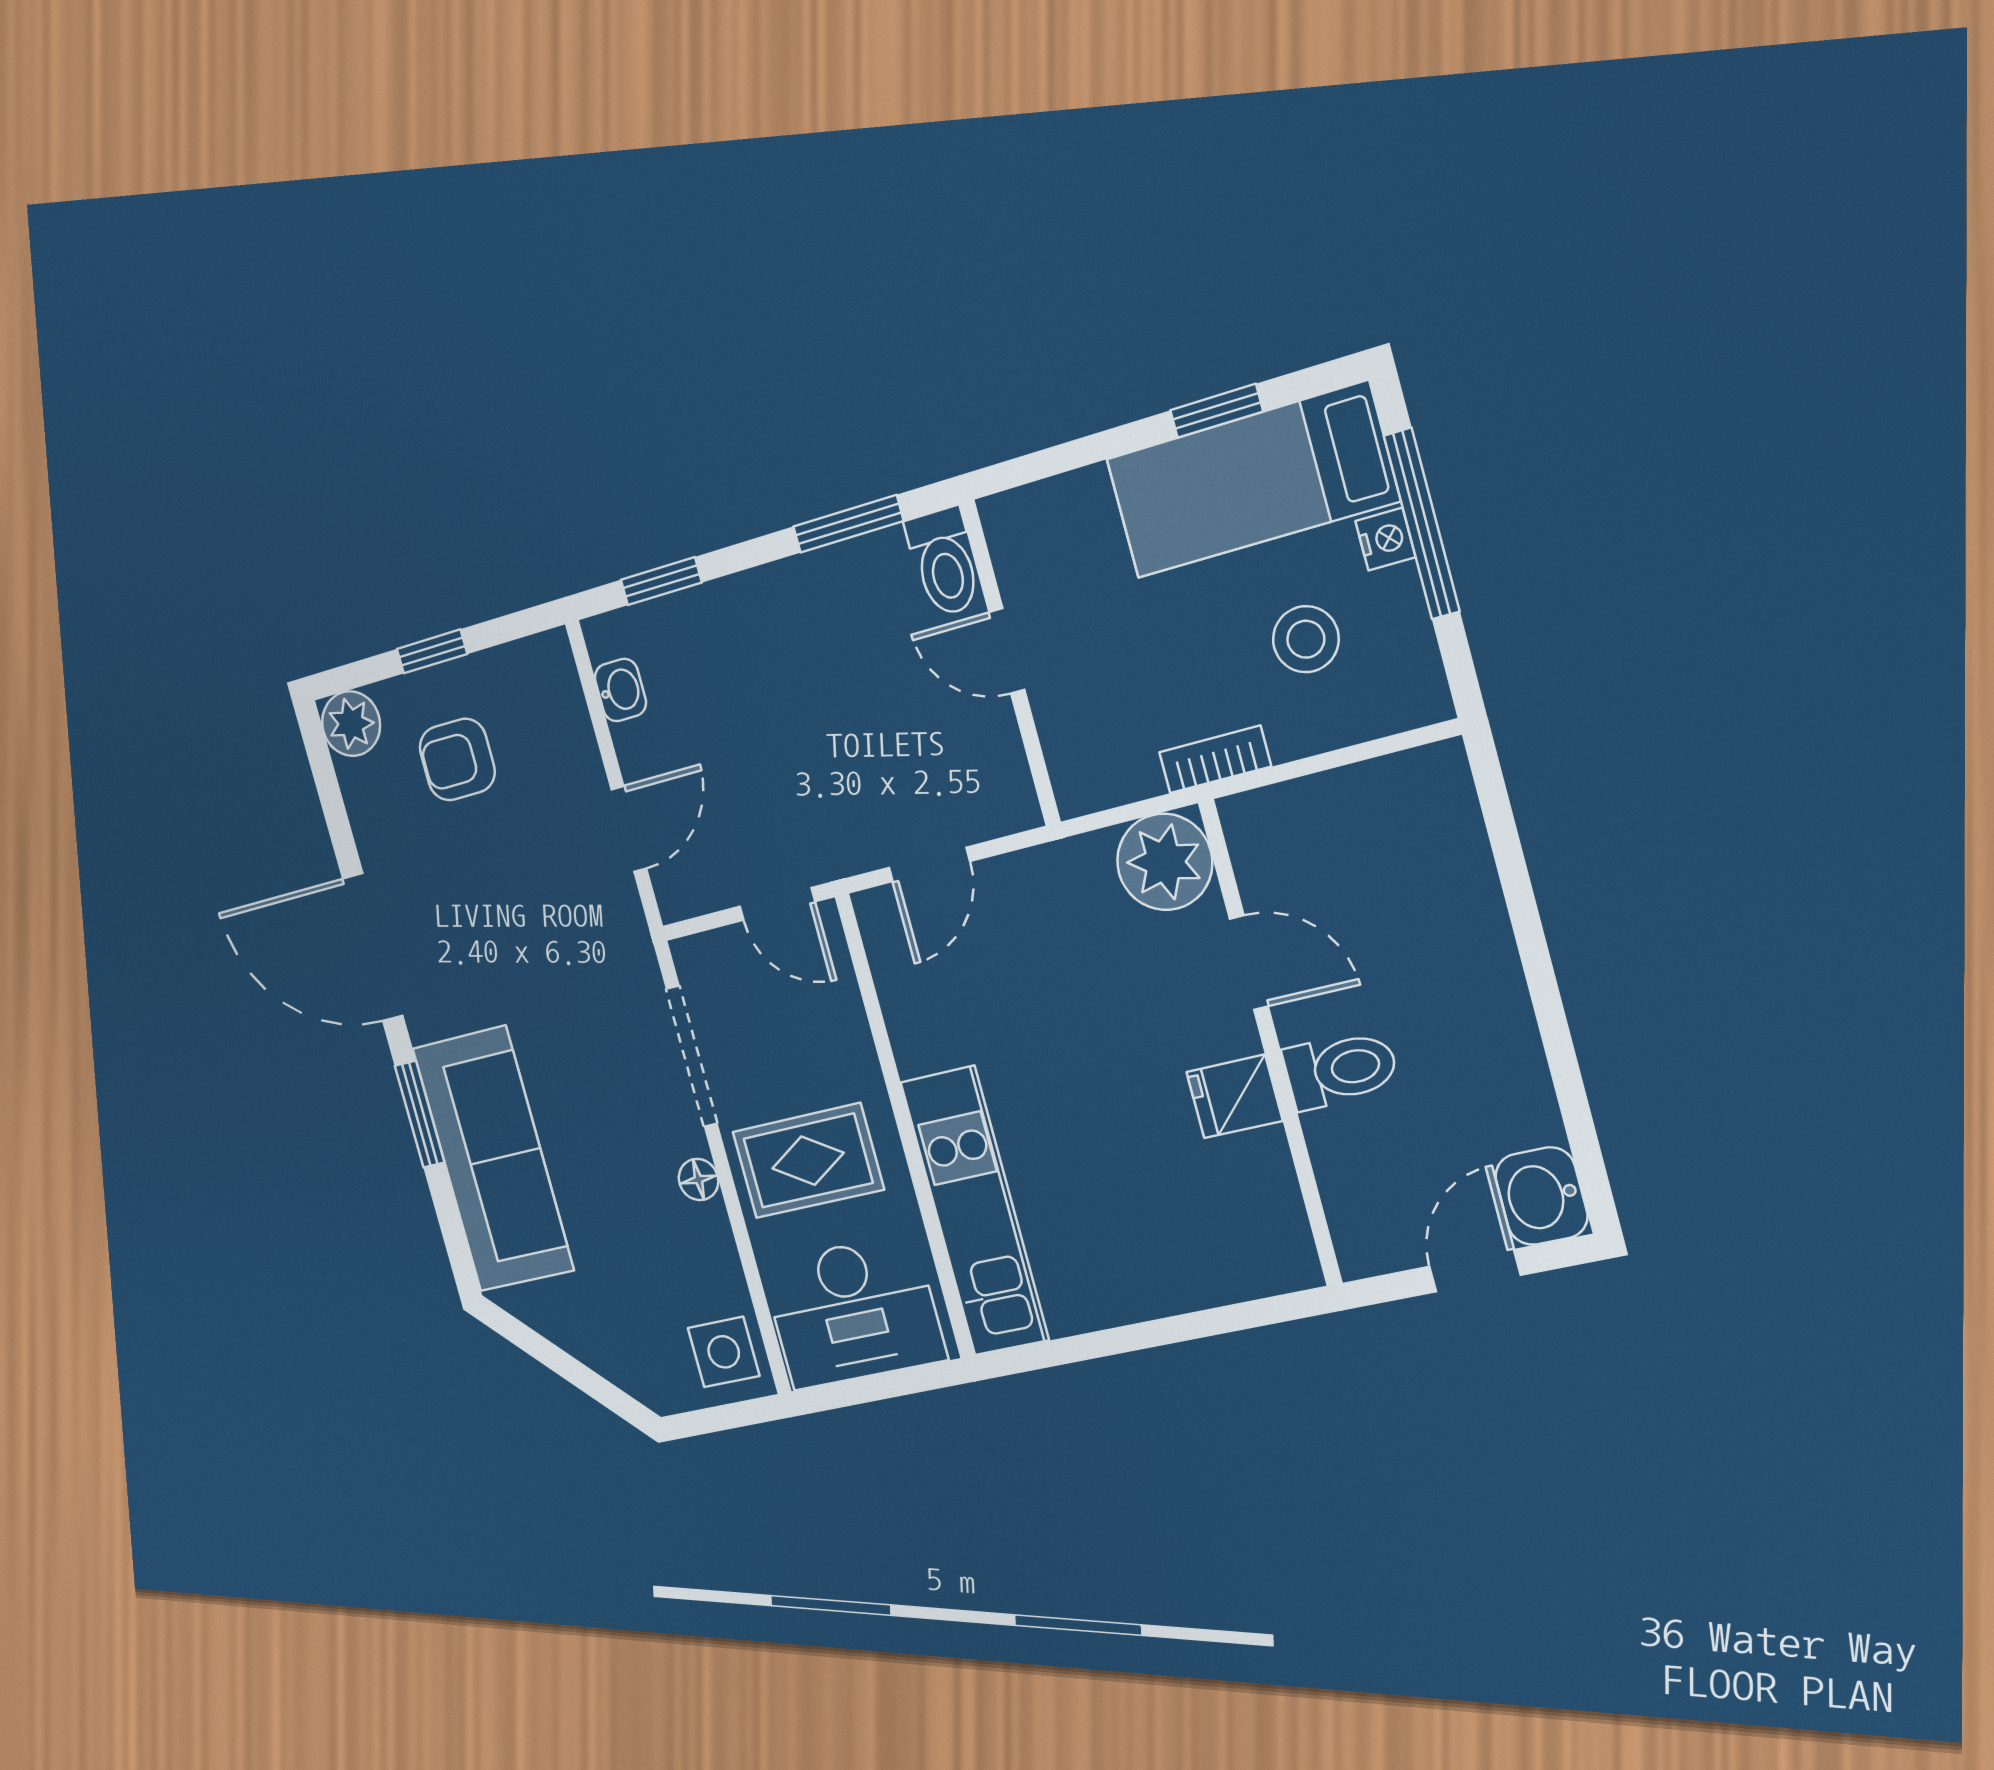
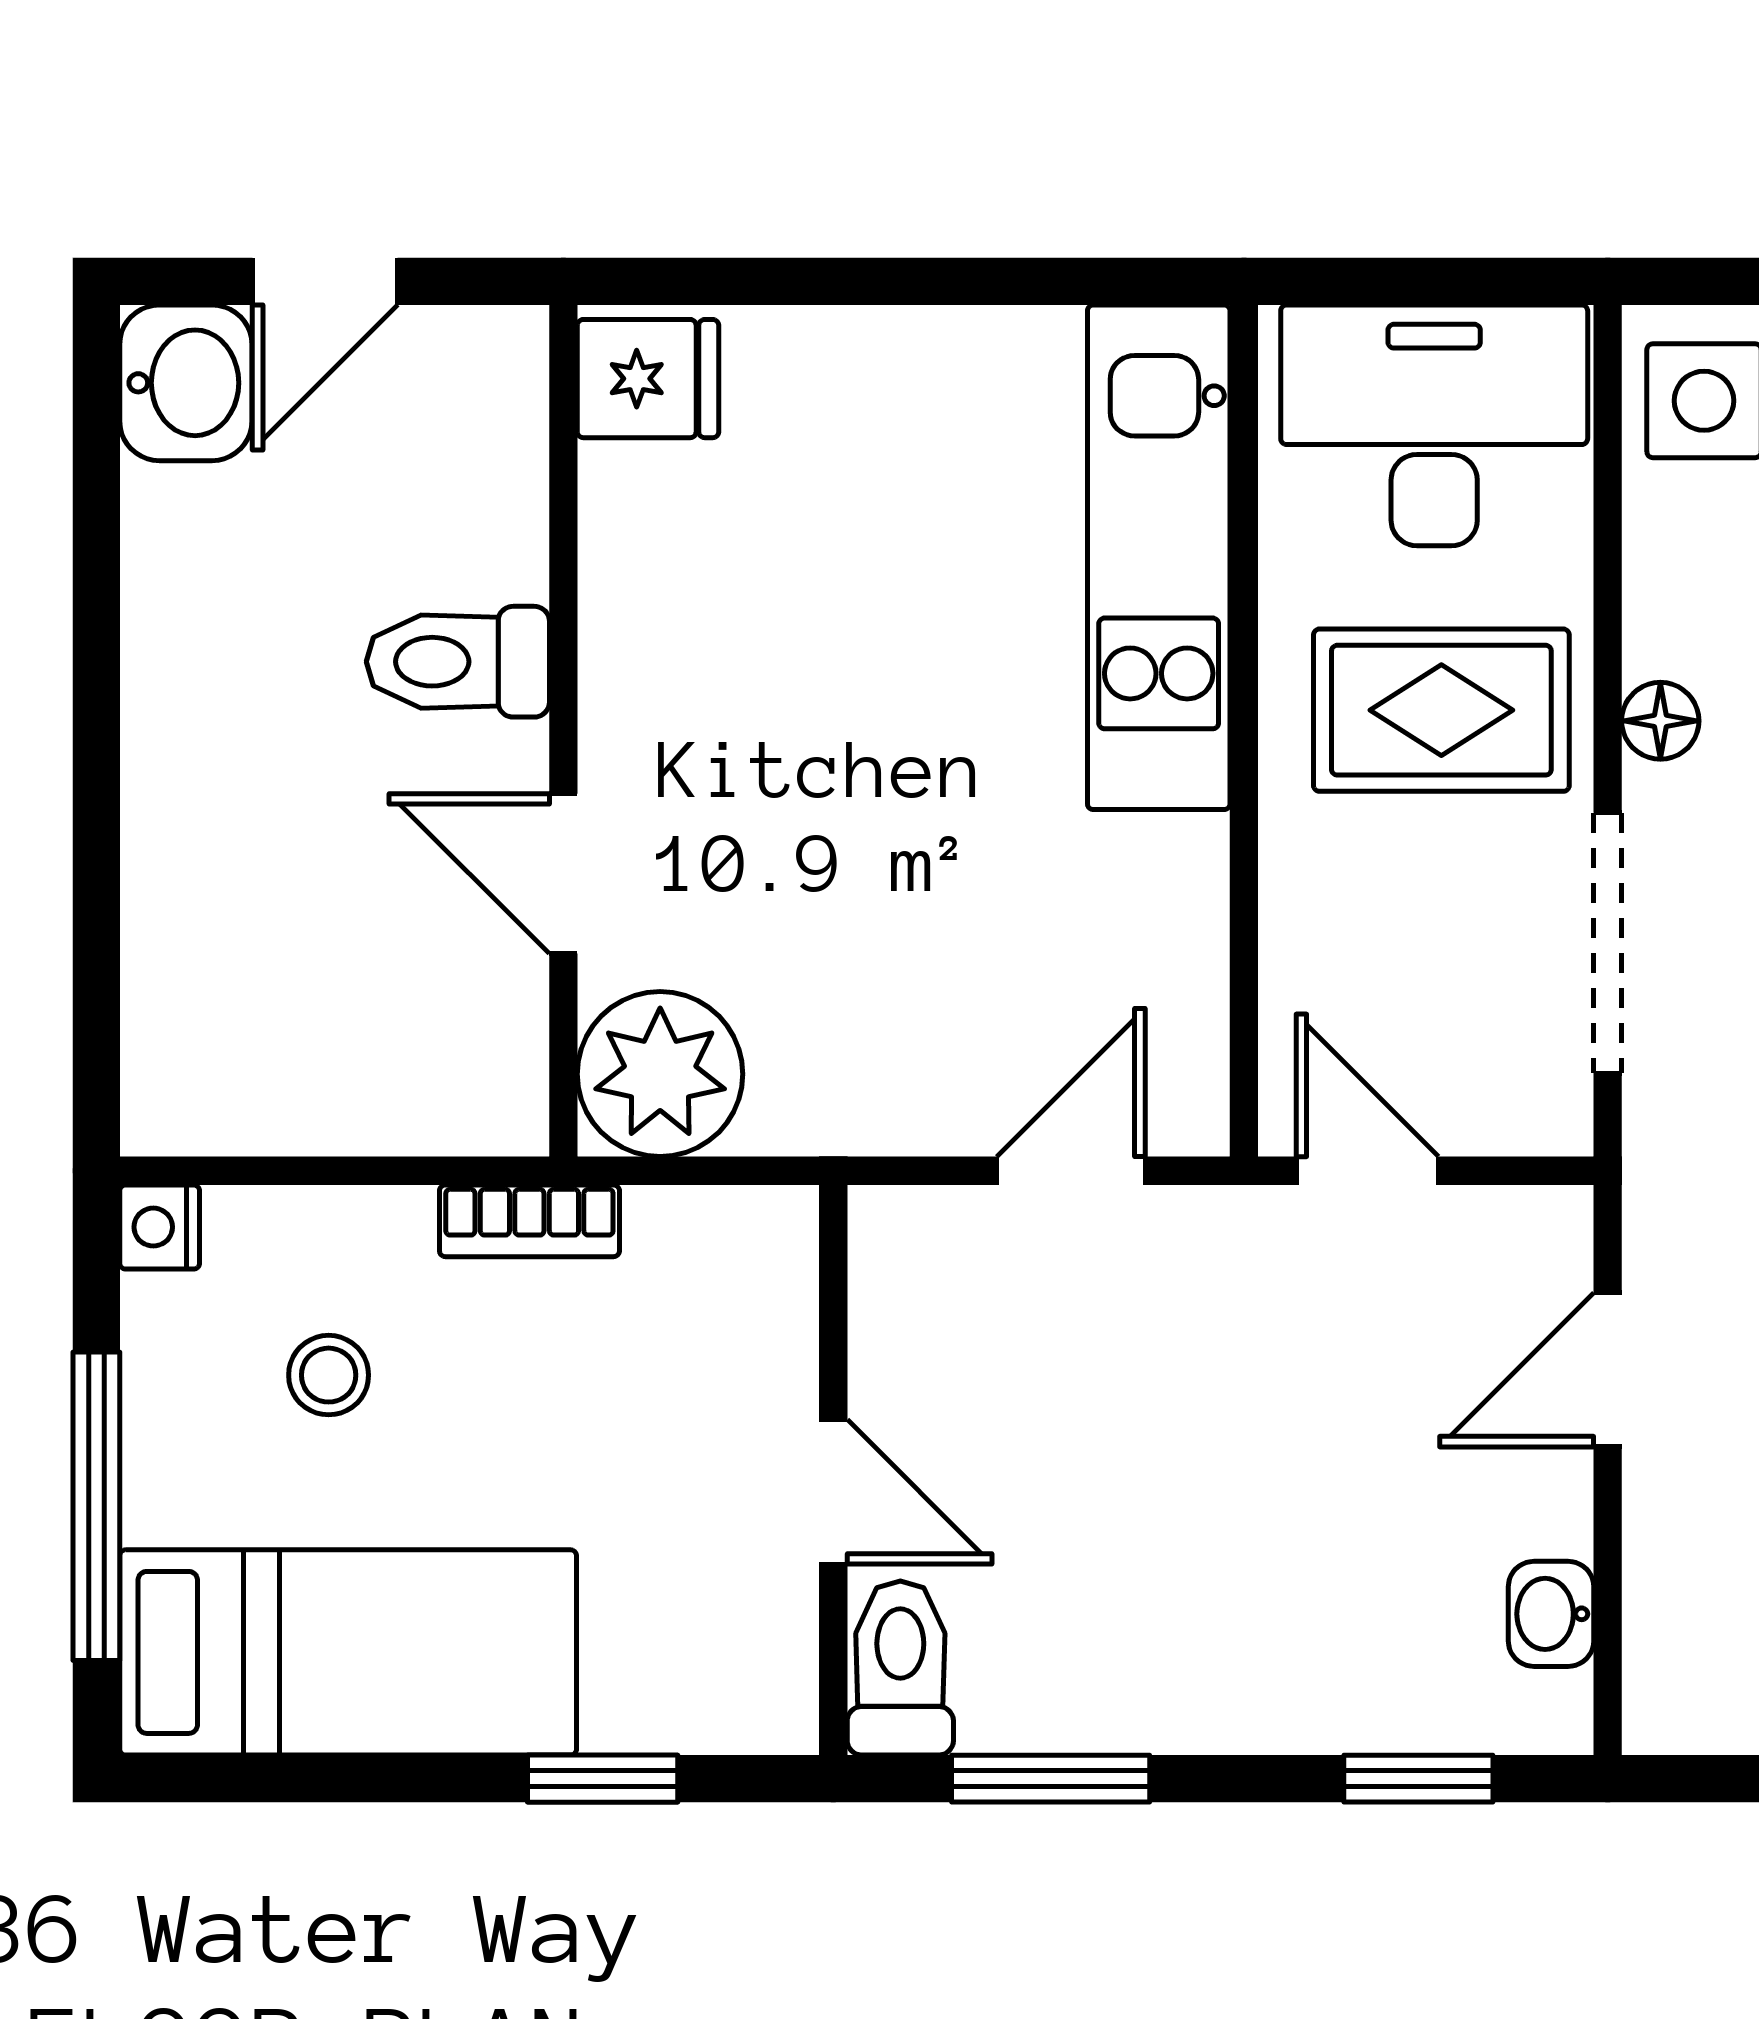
window: (1217, 411) -> (603, 1779), moved
nightstand: (1385, 539) -> (160, 1227), moved
stool: (1306, 639) -> (329, 1375), width x0.73, depth x0.73
fridge: (1234, 1096) -> (648, 379), moved

